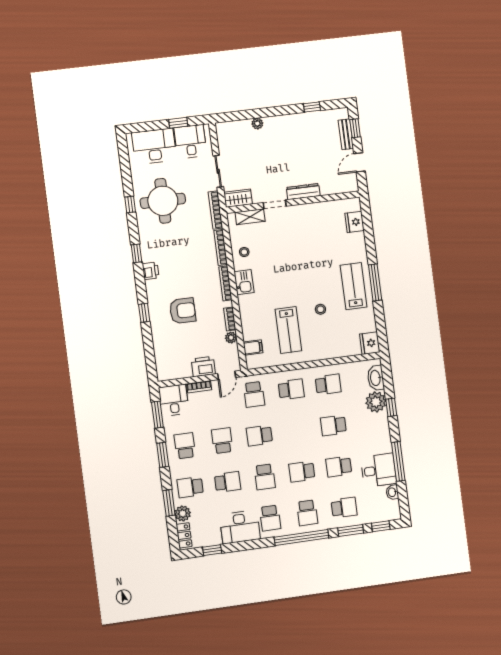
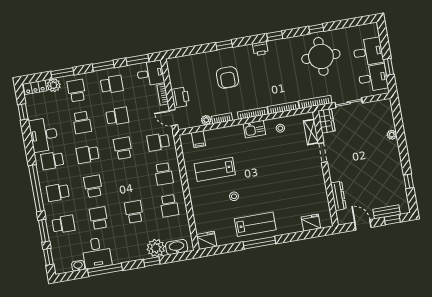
desk: (154, 146) -> (368, 52), width x0.73
dresser: (303, 192) -> (338, 196), moved
school desk: (344, 508) -> (63, 224), turned -90

